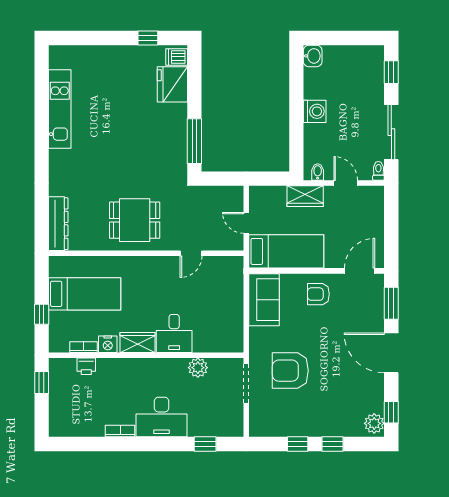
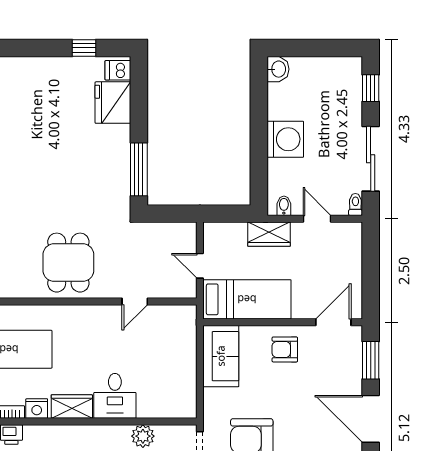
washing machine: (315, 111) -> (285, 139), width x1.37, depth x1.37
dining table: (135, 220) -> (68, 263), turned 90

